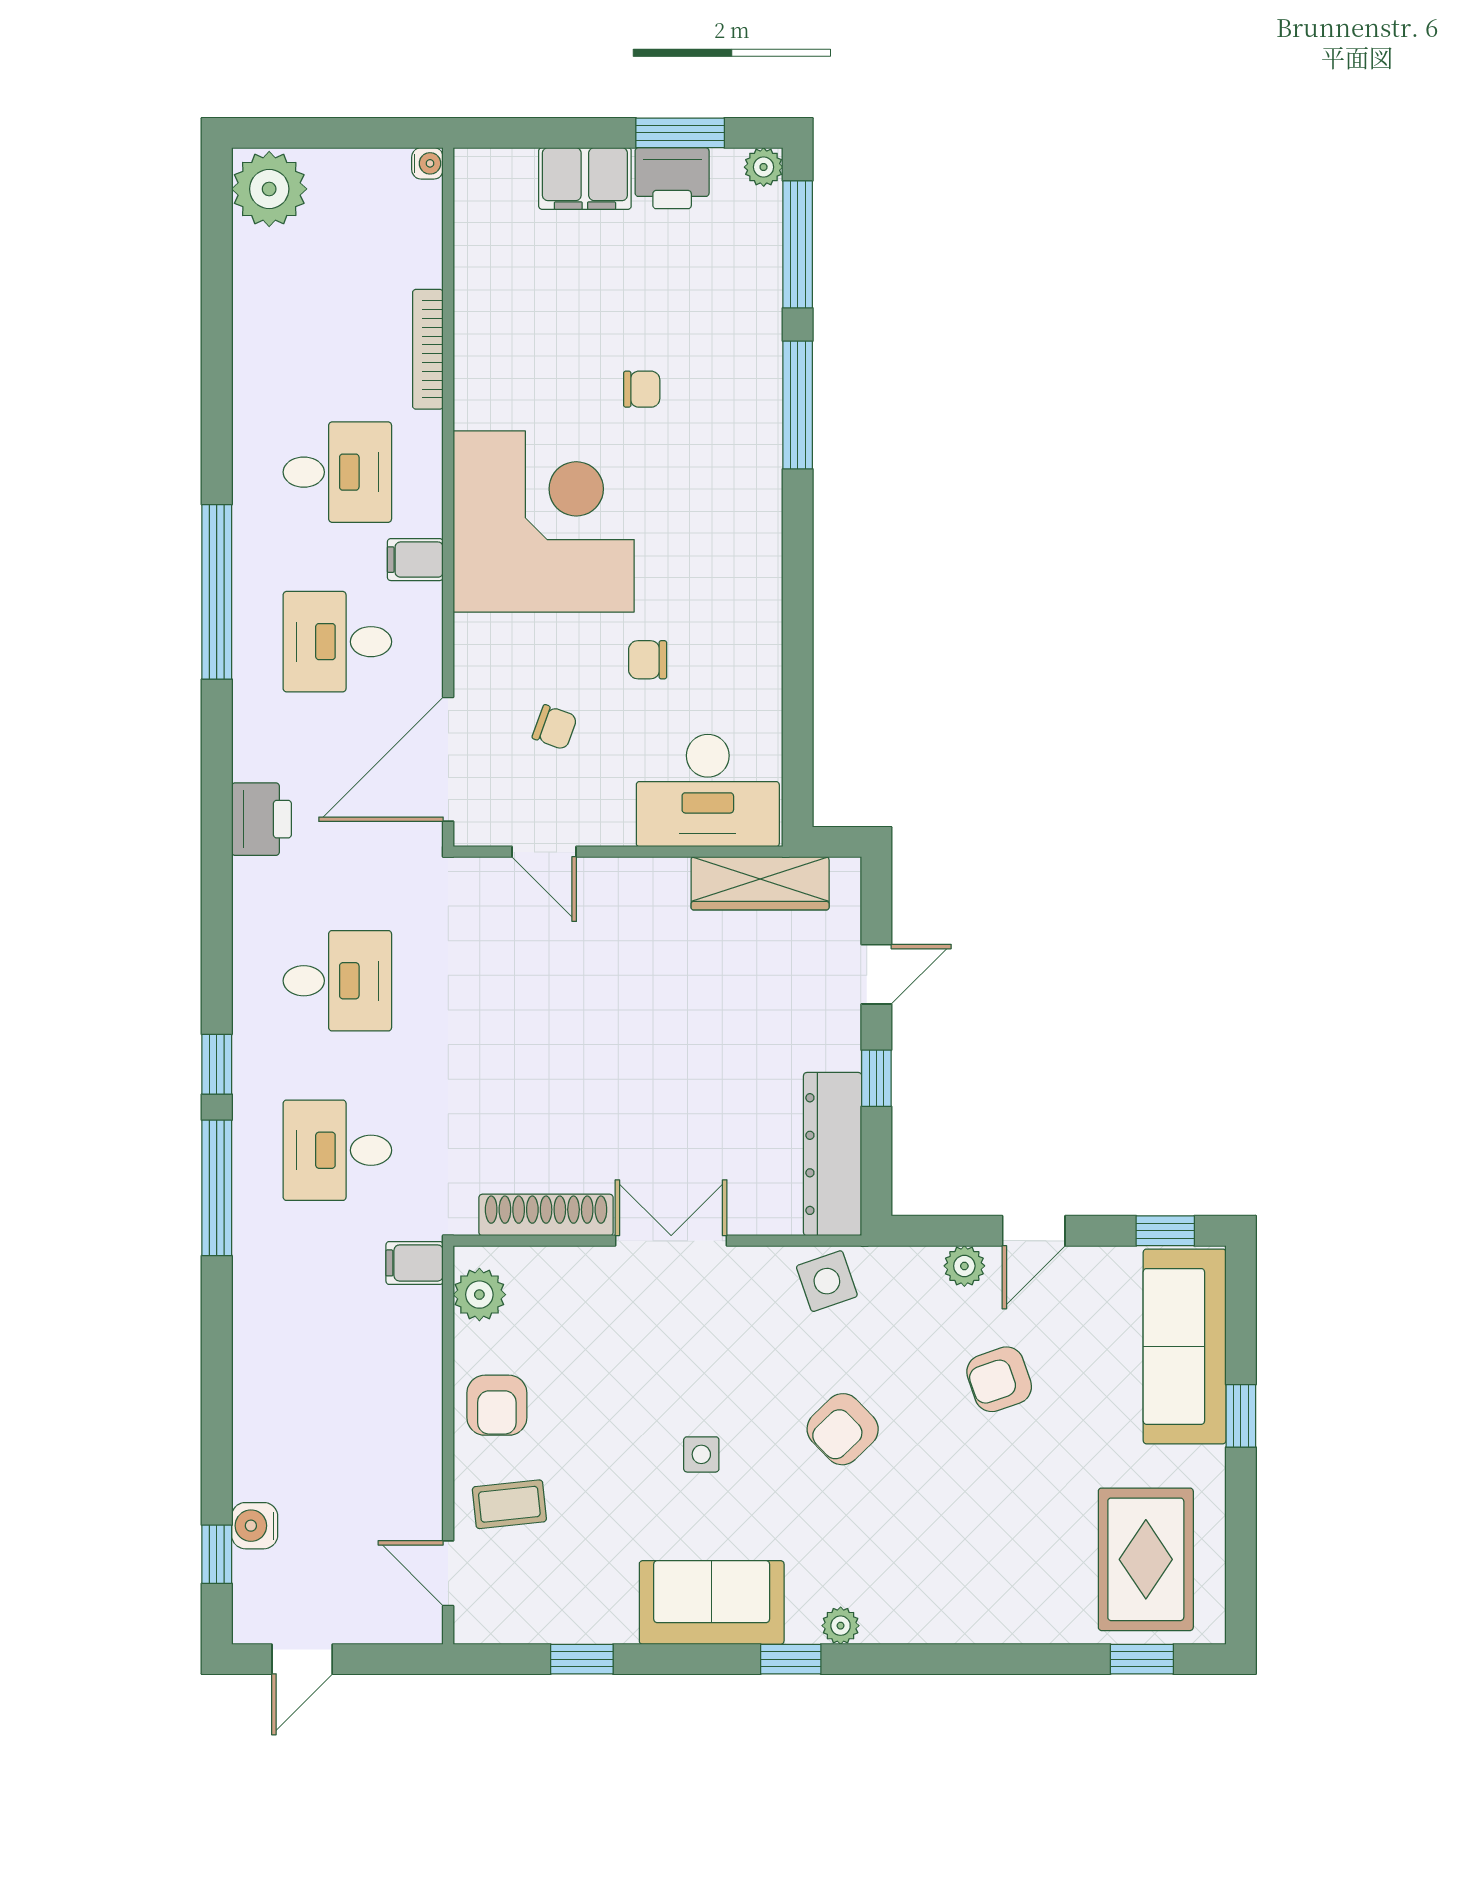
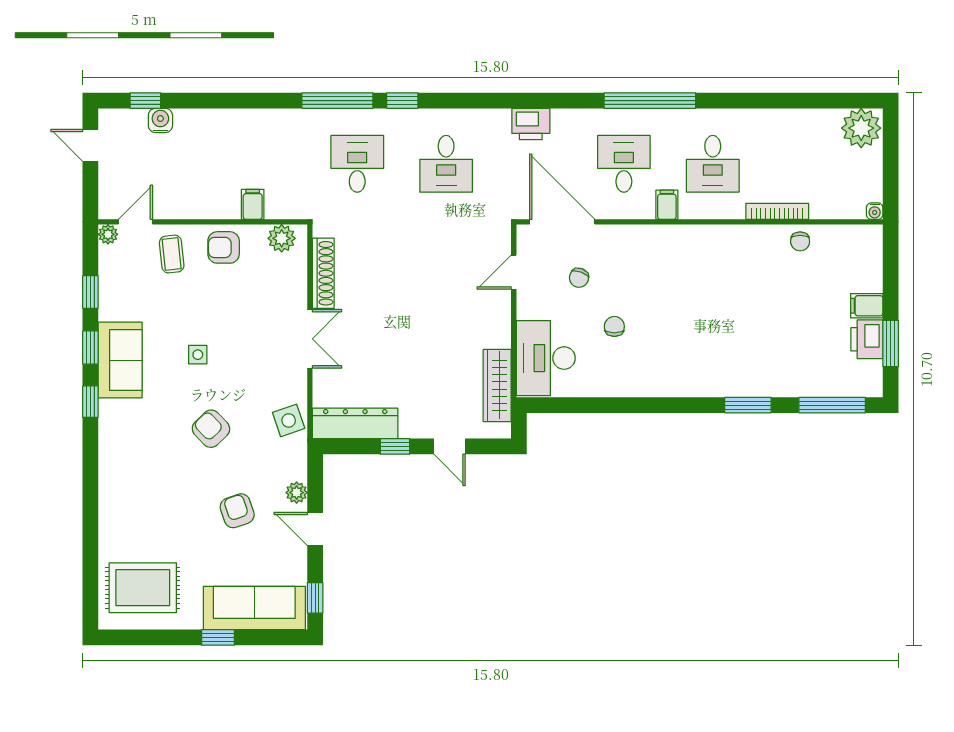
plant: (764, 167) -> (873, 387), removed
filing cabinet: (585, 178) -> (867, 306), width x0.50
chair: (642, 389) -> (800, 241), moved
window: (798, 405) -> (748, 405), width x0.69
corner desk: (544, 522) -> (687, 272), removed
filing cabinet: (415, 1263) -> (253, 204), moved
plant: (841, 1626) -> (108, 234), moved
window: (1142, 1659) -> (90, 348), moved

